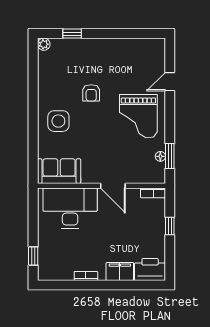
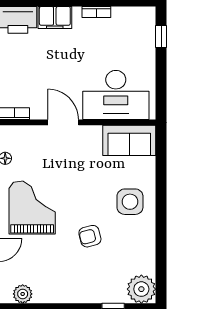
plant: (44, 44) -> (141, 289), width x1.87, depth x1.87
plant: (146, 46) -> (23, 294), added
armchair: (91, 93) -> (90, 236), turned -104

